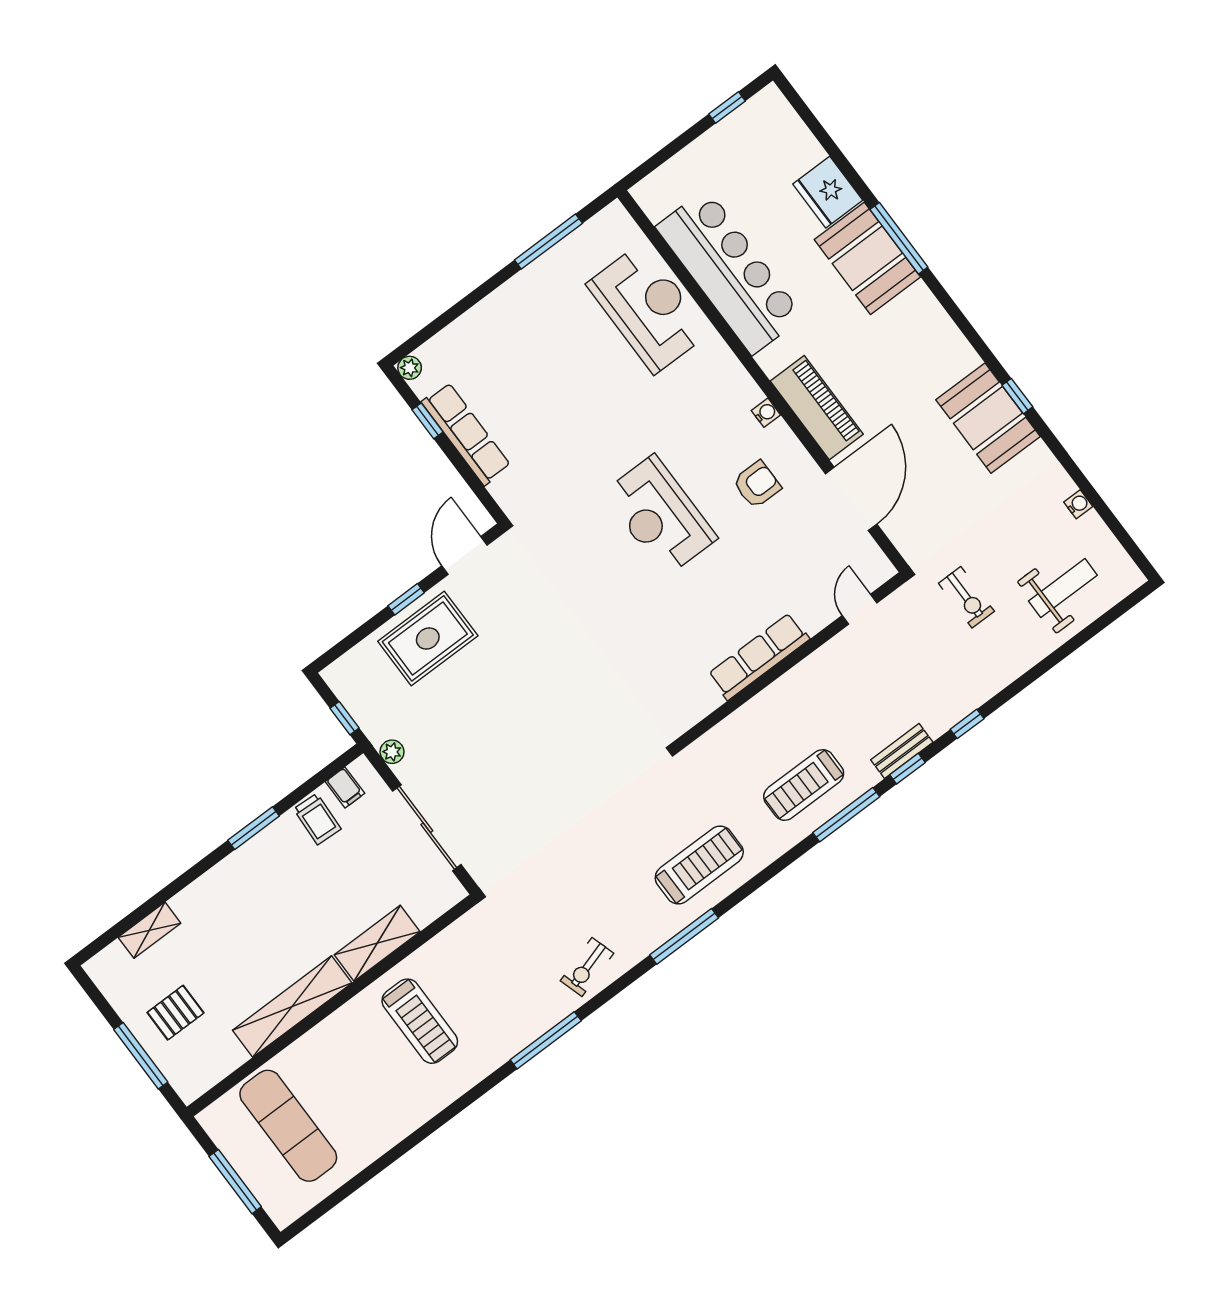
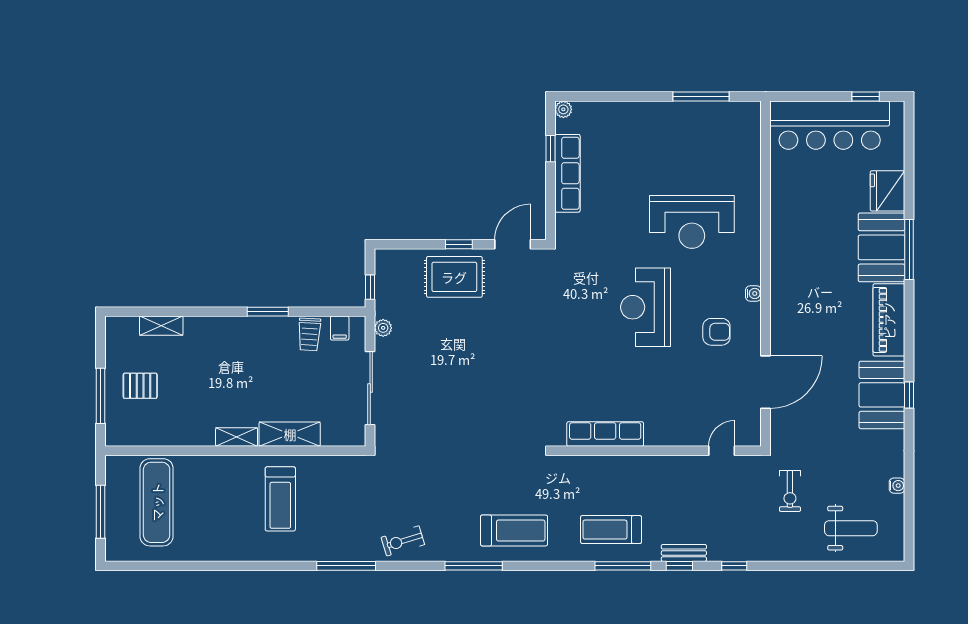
bar counter: (729, 272) -> (830, 125), moved, turned 90
reception desk: (648, 308) -> (692, 222), moved, turned 90
piano: (817, 408) -> (889, 320), moved, turned 180
row of seats: (759, 657) -> (605, 434), moved
shelving: (292, 1007) -> (237, 437), width x0.45, depth x0.75

